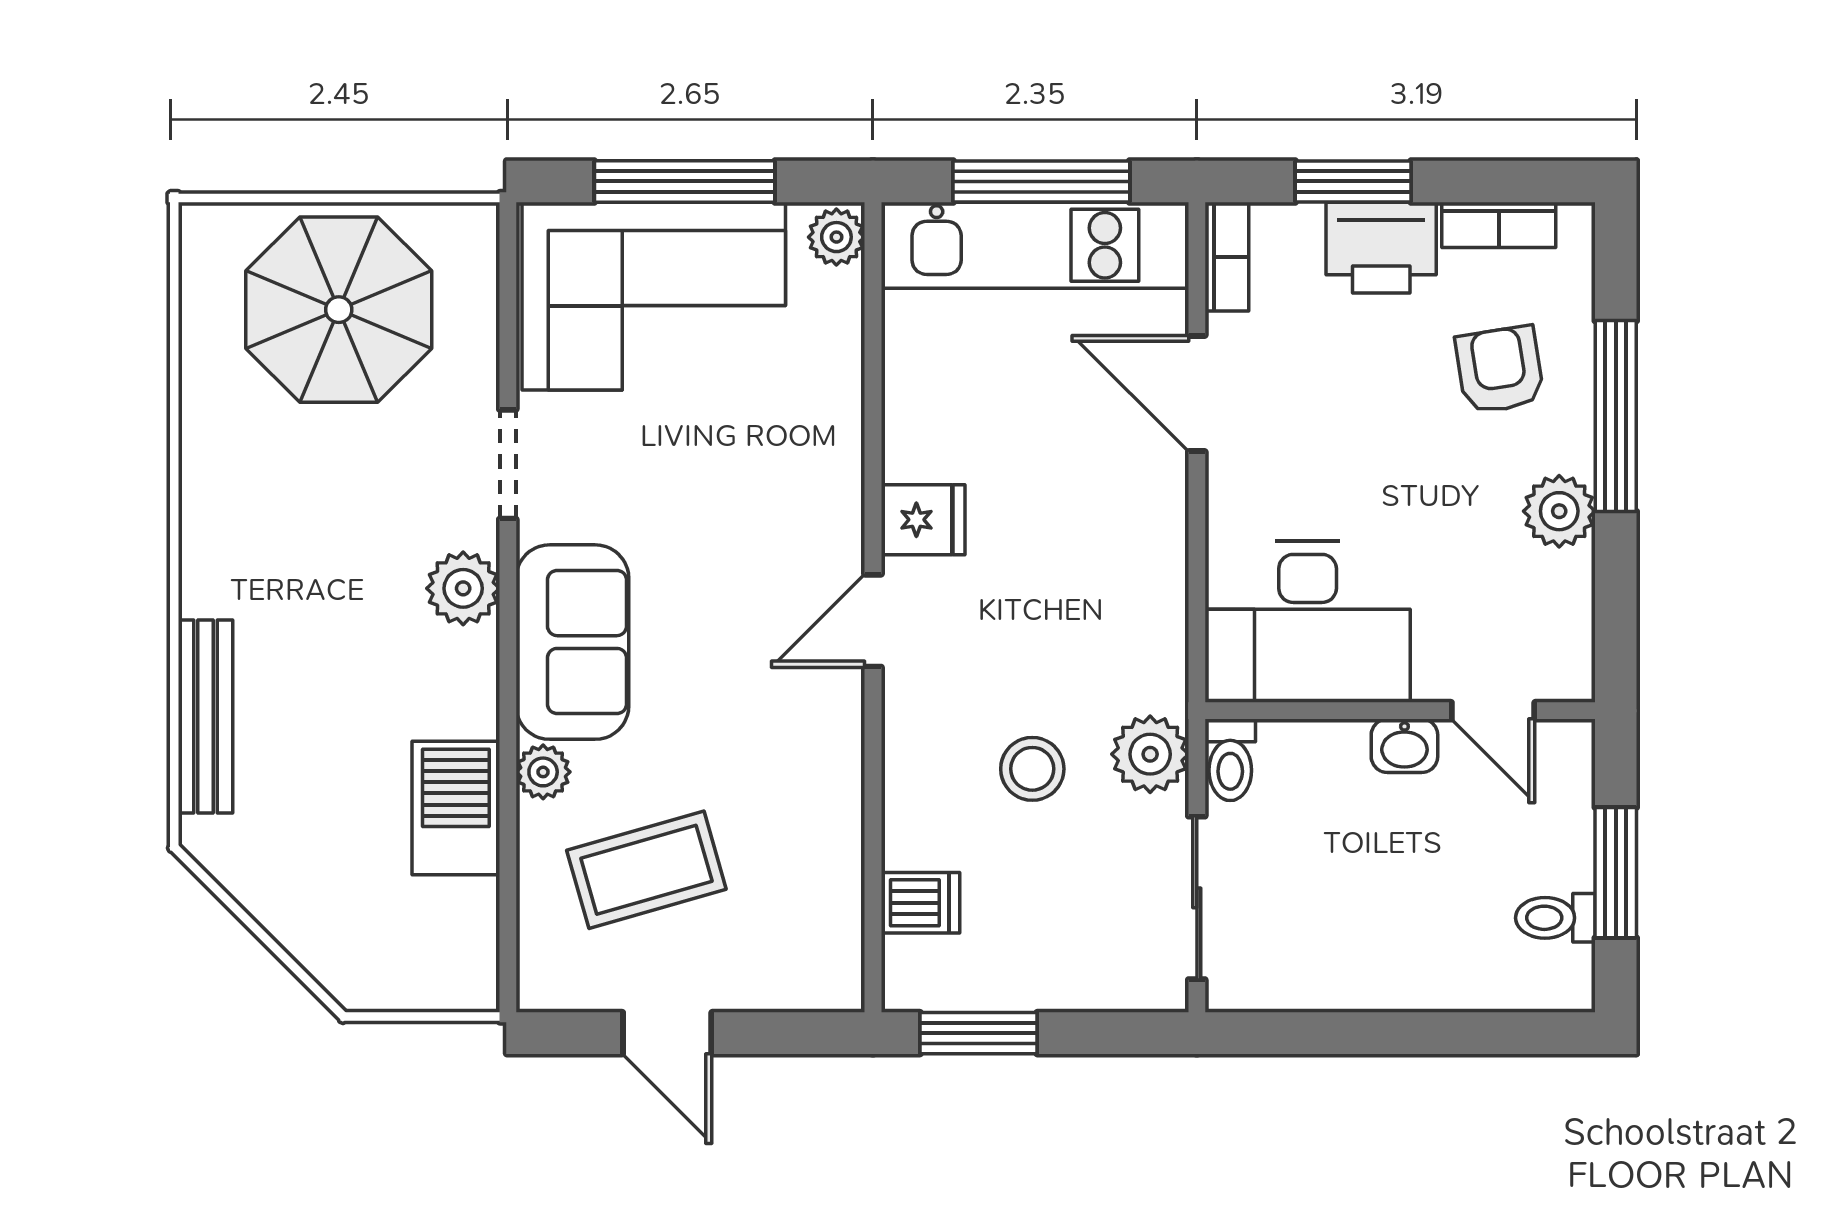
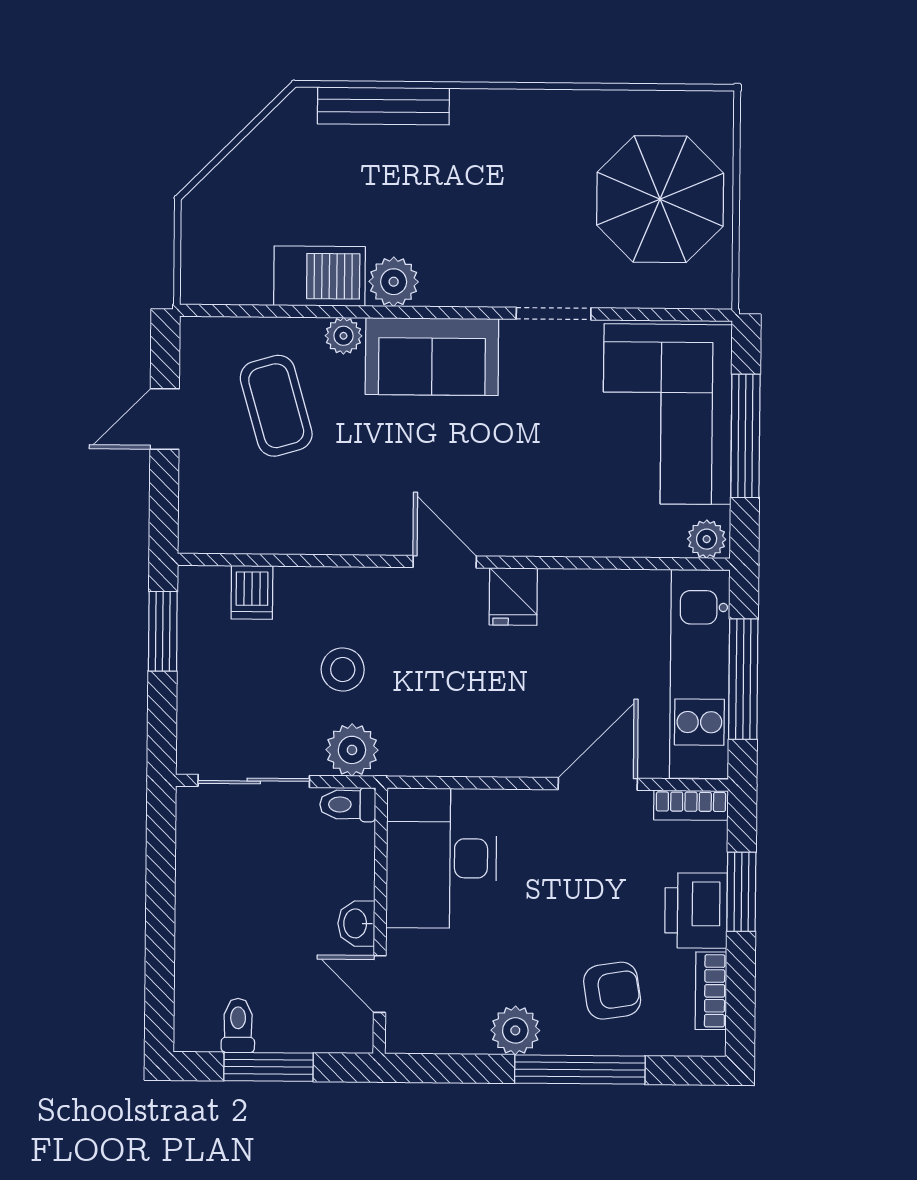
plant: (463, 588) -> (394, 282), moved
door: (1493, 711) -> (380, 984), hinge flipped

